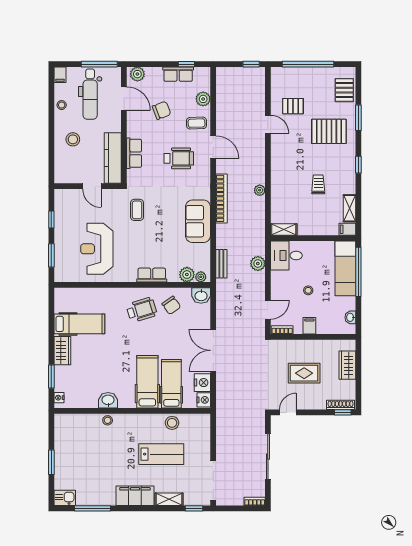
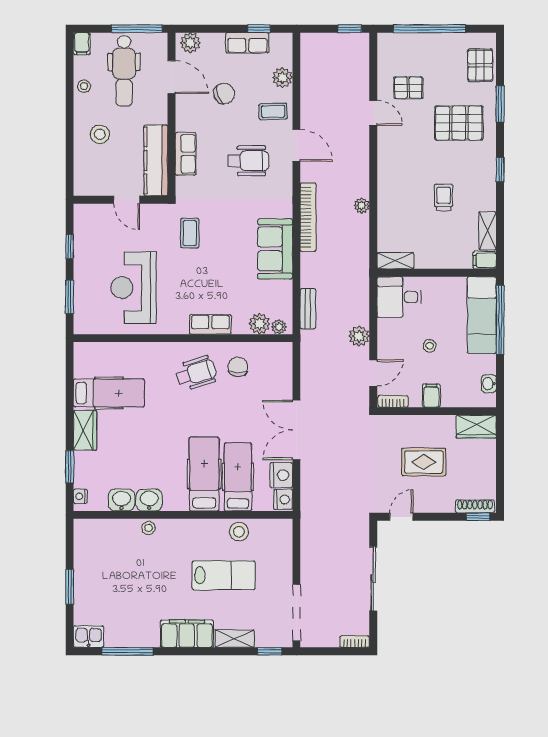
plant: (258, 264) -> (359, 336), moved
washbasin: (201, 295) -> (122, 500), moved, turned 180
chair: (171, 305) -> (238, 367), turned -143
wardrobe: (347, 365) -> (476, 427), moved, turned -90

